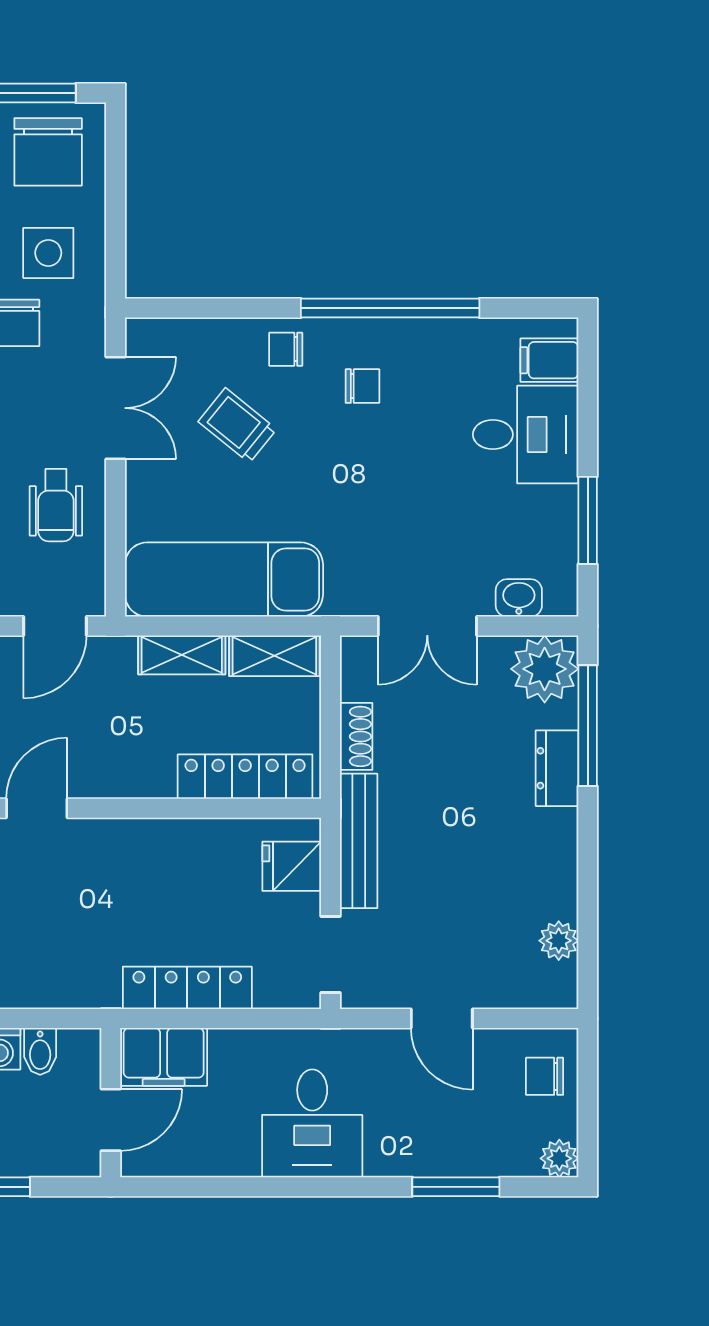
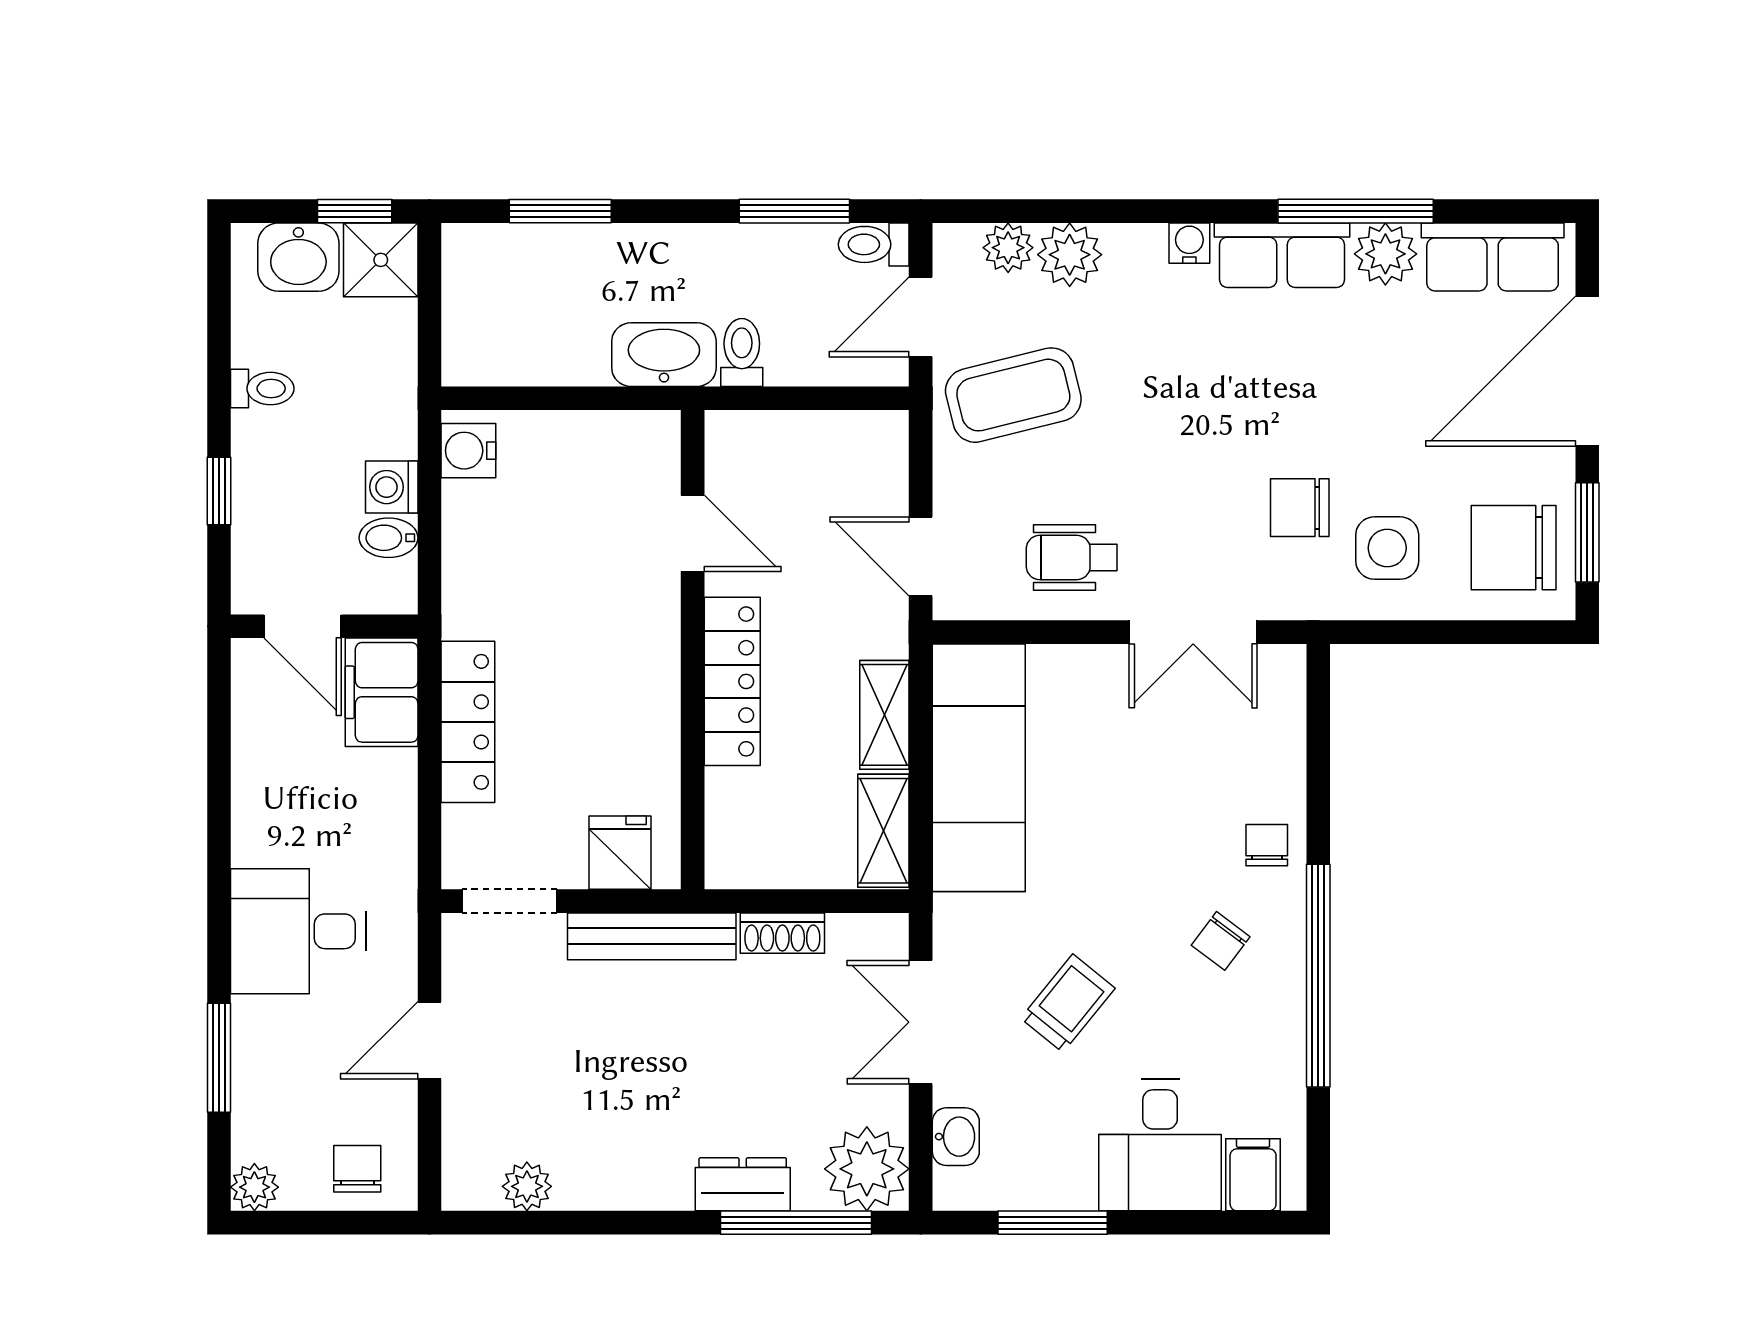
chair: (362, 386) -> (1221, 941), turned 37
trolley: (237, 425) -> (1068, 1003), moved
locker: (245, 777) -> (732, 681), moved
desk: (312, 1123) -> (298, 931), moved

